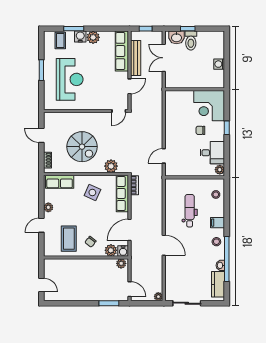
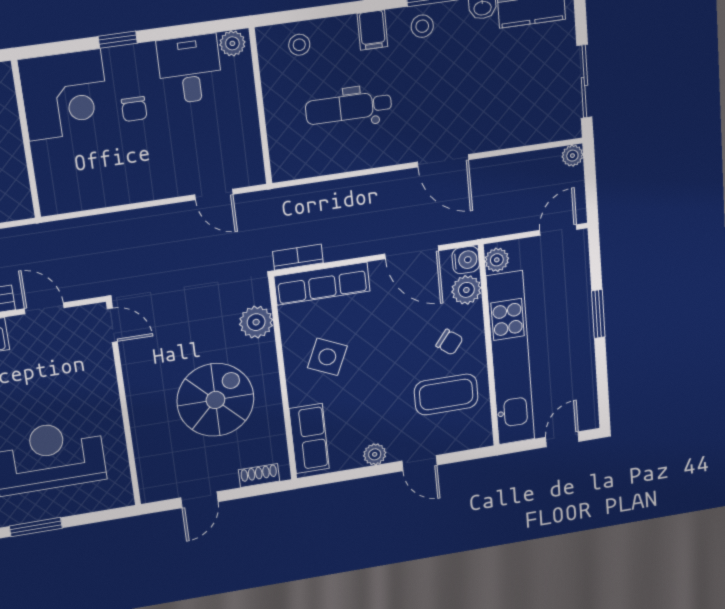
door: (164, 245) -> (443, 161), swing flipped
kitchen unit: (80, 266) -> (511, 358), added
window: (109, 303) -> (598, 314), moved

